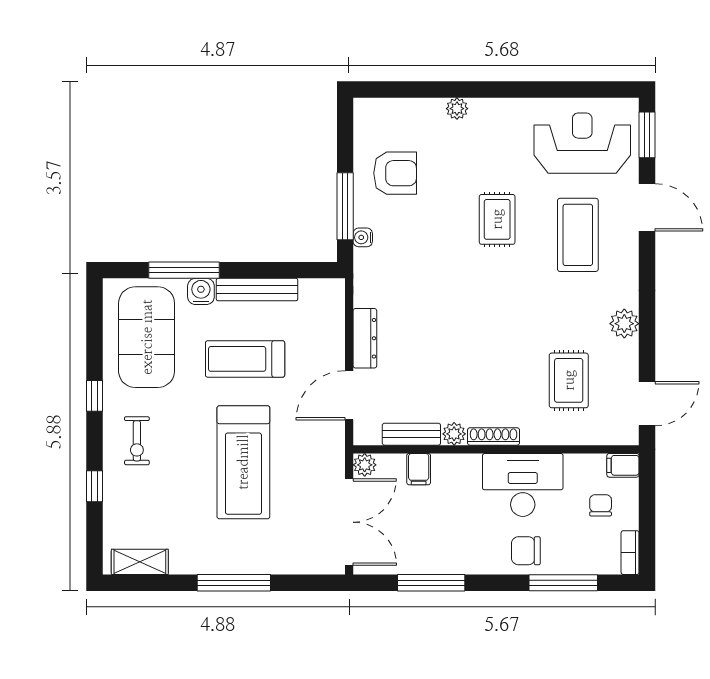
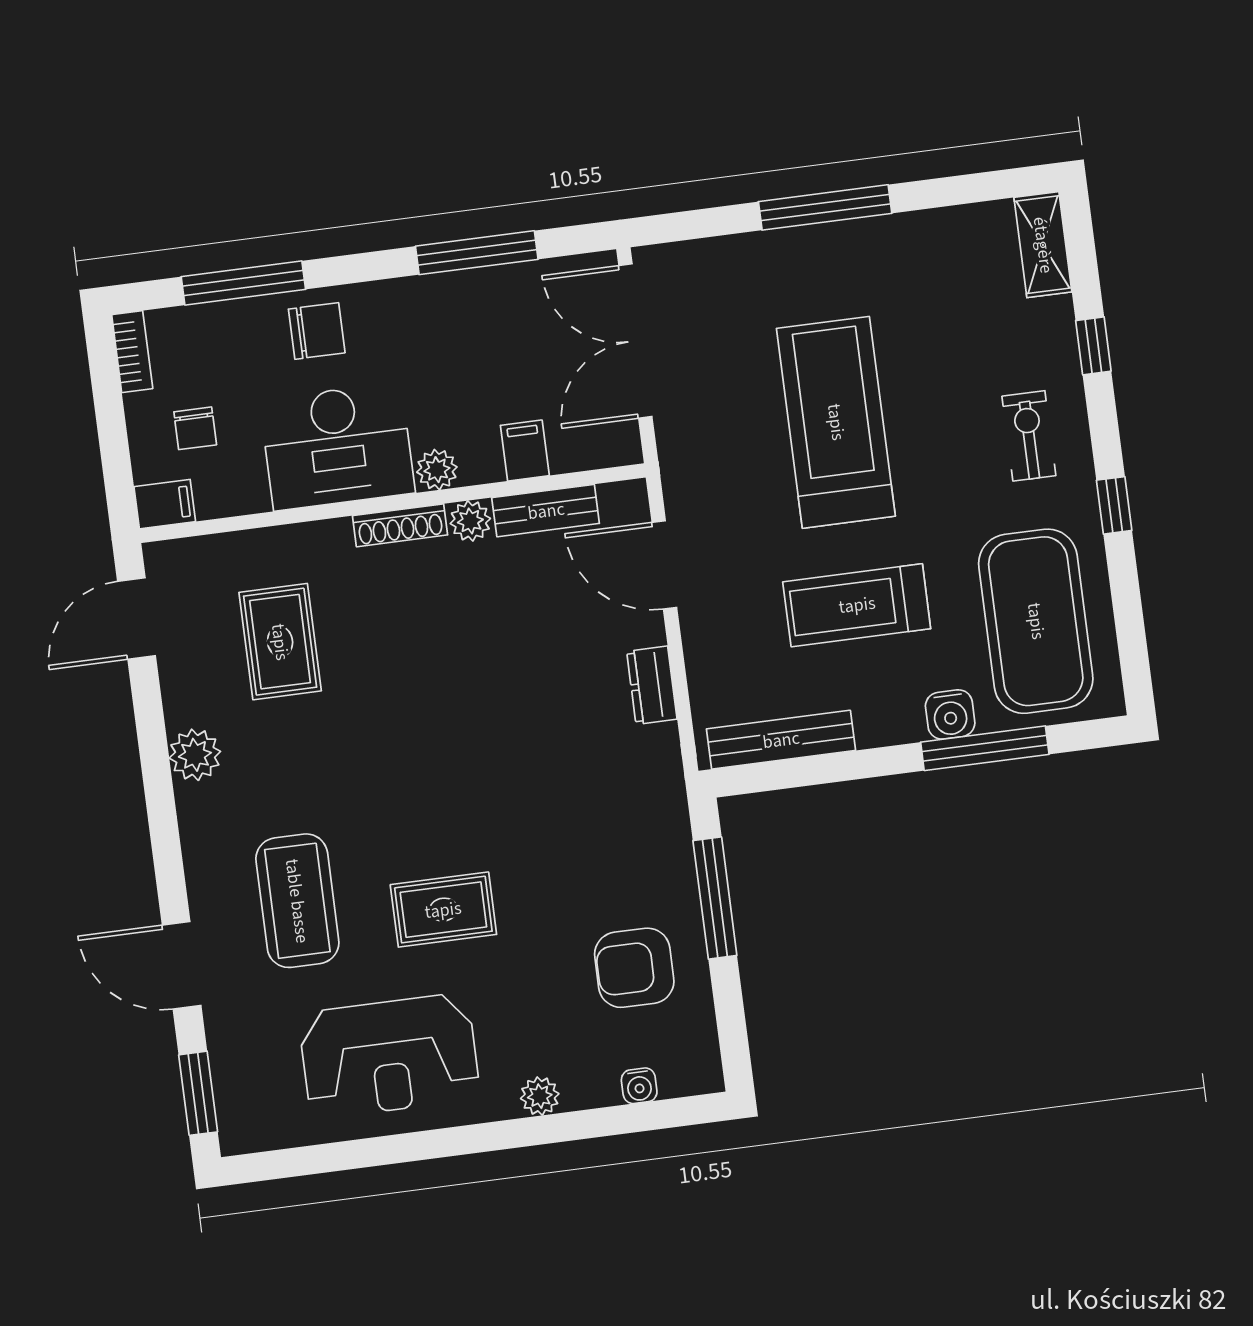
reception desk: (582, 143) -> (389, 1056), moved
rug: (497, 219) -> (443, 910), turned 90
water cooler: (363, 237) -> (639, 1086), moved, turned 90
bench: (257, 290) -> (781, 740), moved
dresser: (365, 338) -> (652, 685), width x0.70
treadmill: (245, 359) -> (857, 605), turned 180
door: (349, 395) -> (664, 565), swing flipped
plant: (365, 465) -> (437, 470), moved
shelving: (140, 562) -> (1043, 245), moved, turned 90

